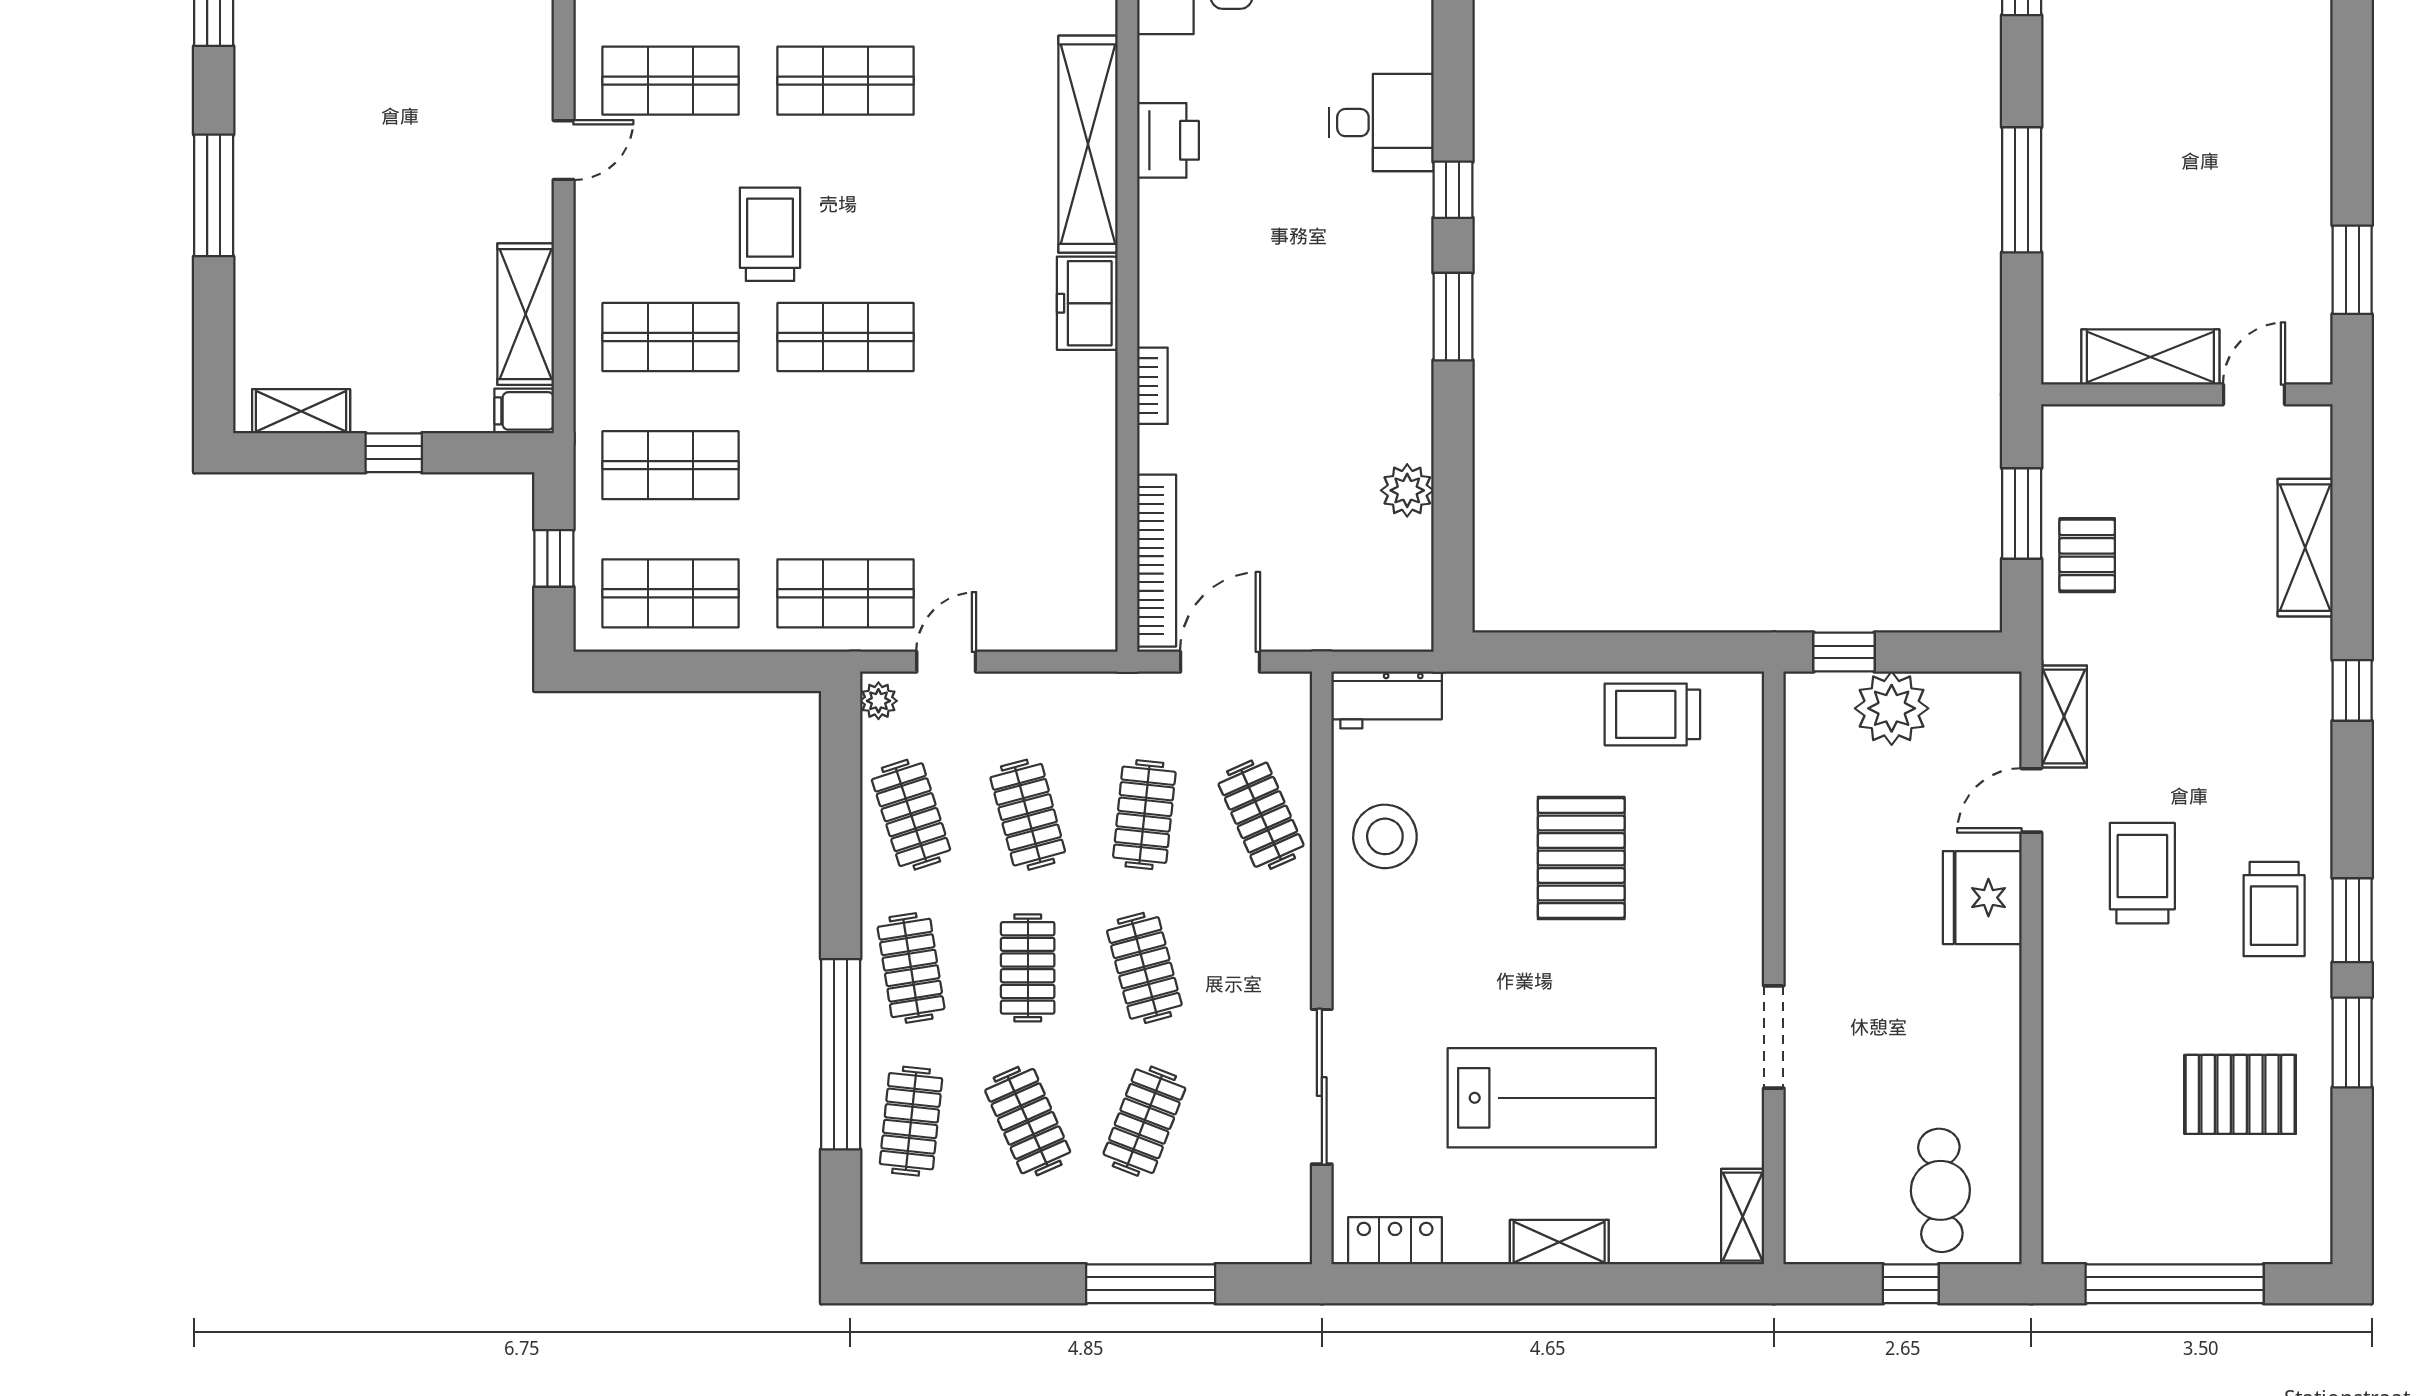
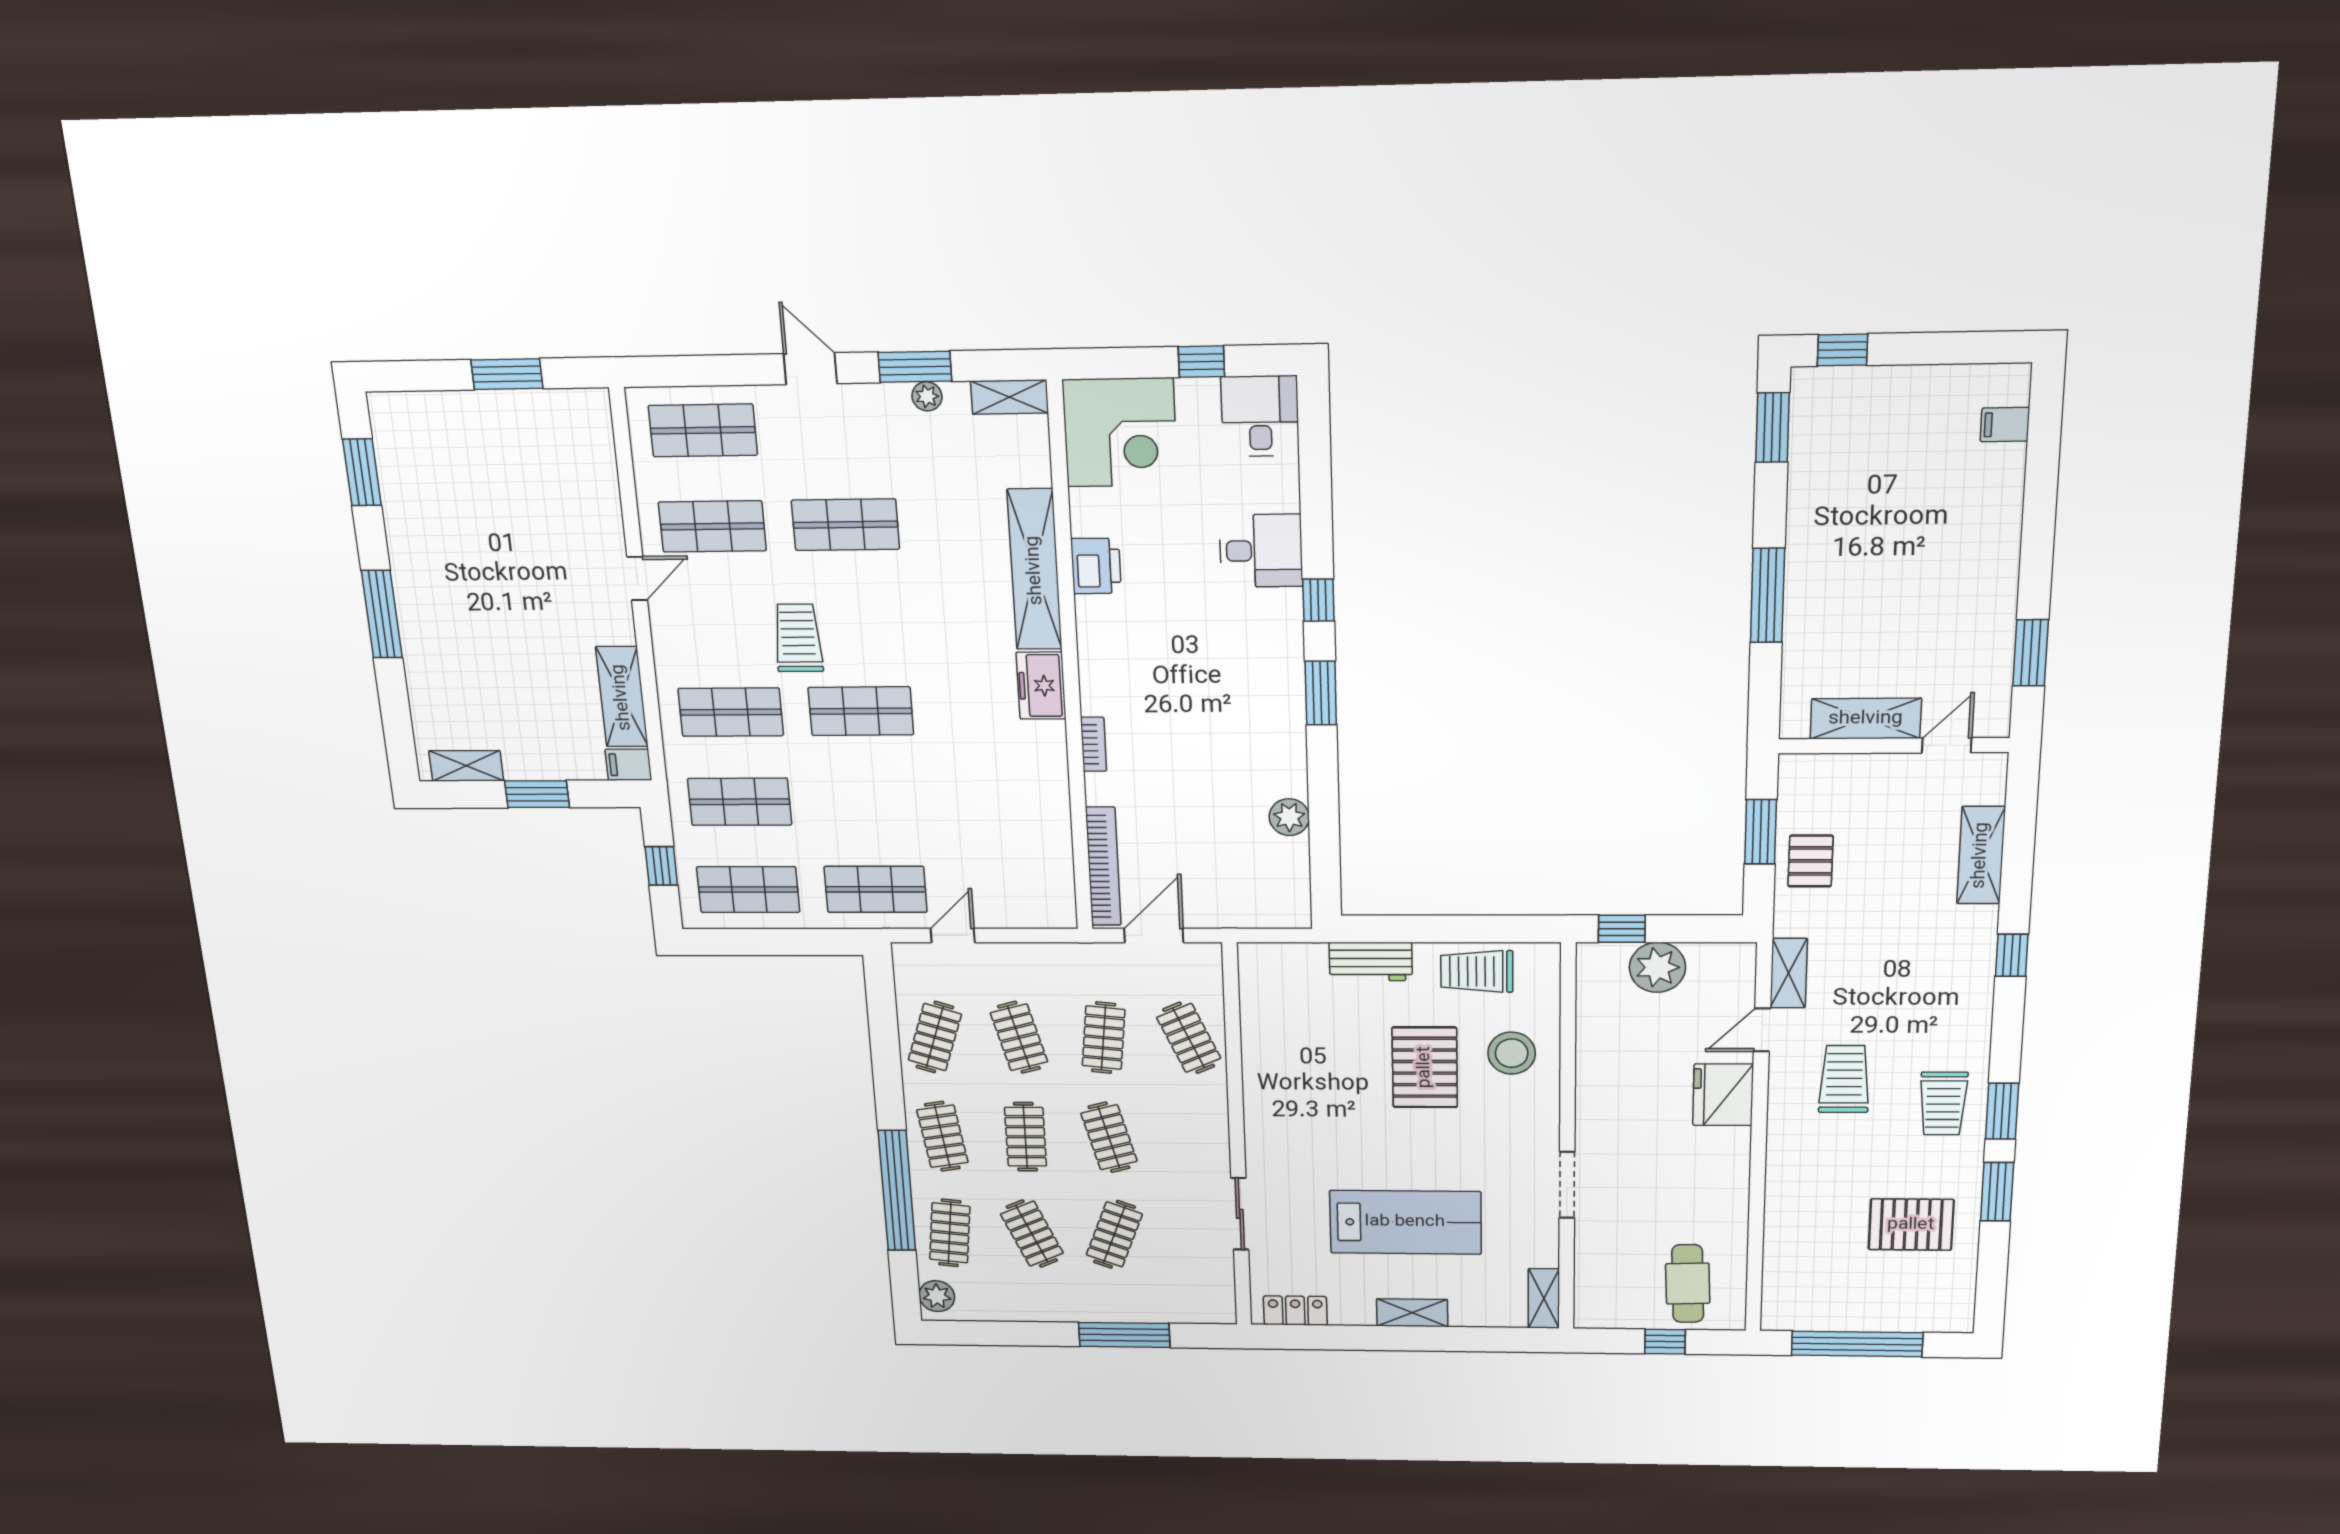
window: (394, 453) -> (537, 794), width x1.50
workbench: (1387, 700) -> (1371, 961), moved
plant: (878, 701) -> (937, 1296), moved, width x1.38, depth x1.38
clothes rail: (911, 815) -> (935, 1037), turned 36
stool: (1385, 836) -> (1512, 1053), moved
sliding door: (1322, 1087) -> (1240, 1214), width x0.73

